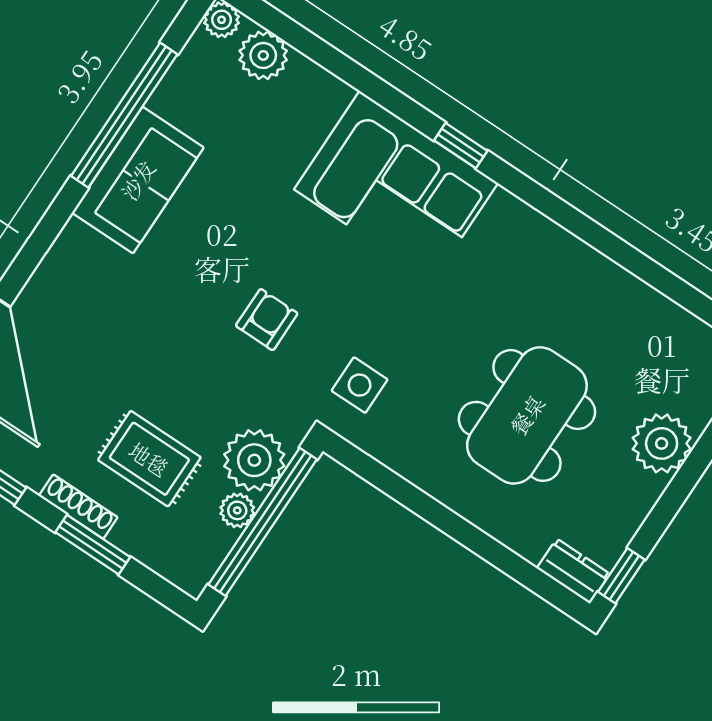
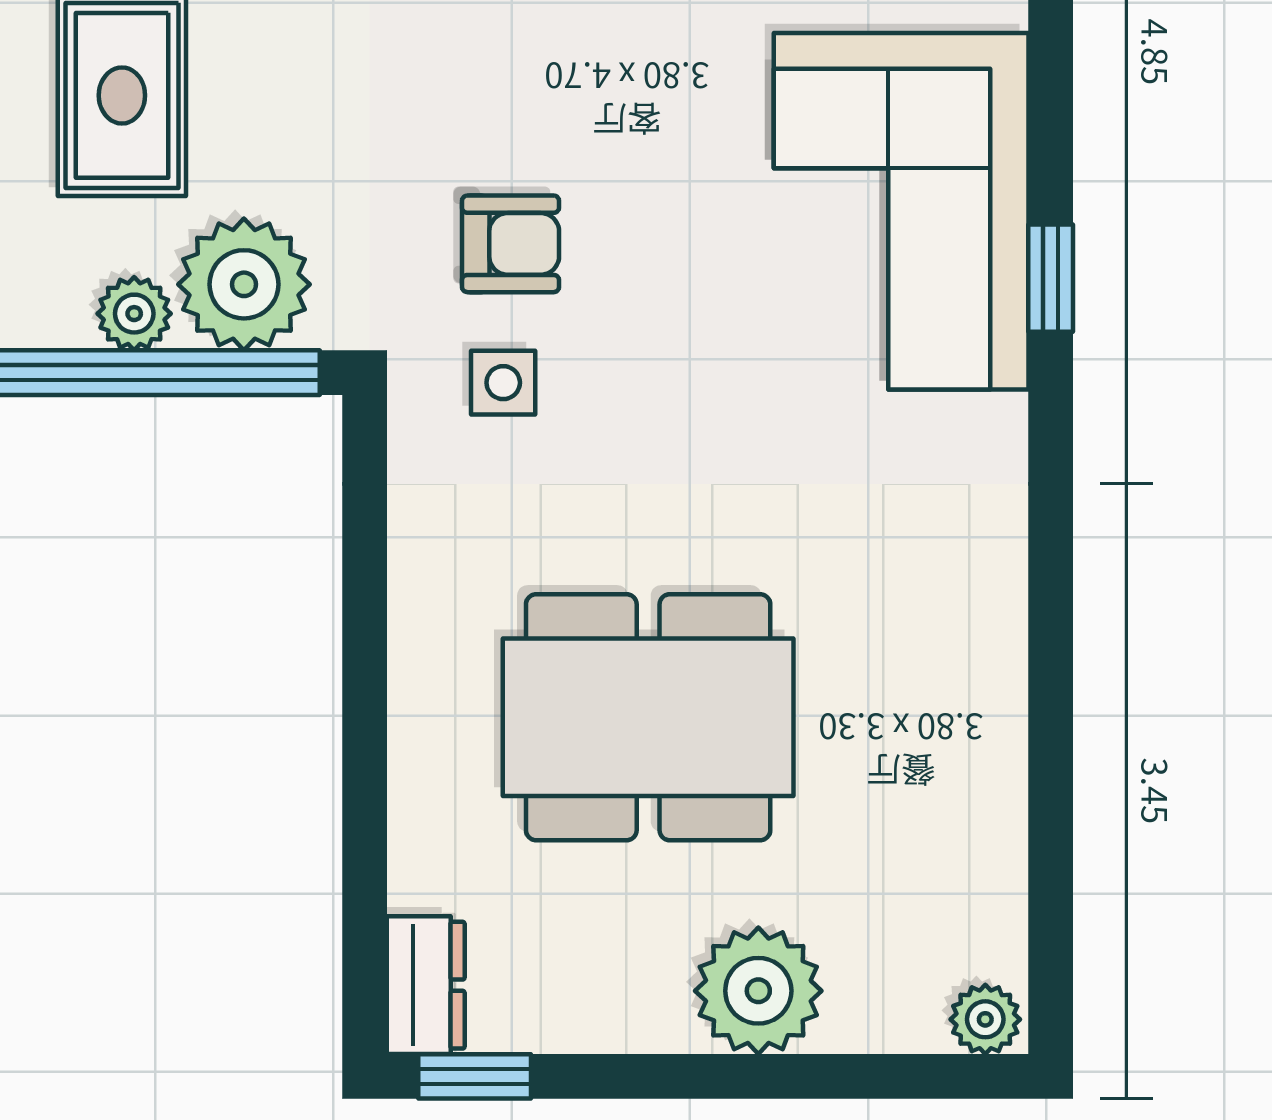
armchair: (267, 320) -> (511, 244), moved
side table: (360, 385) -> (503, 383), width x0.73, depth x0.73

